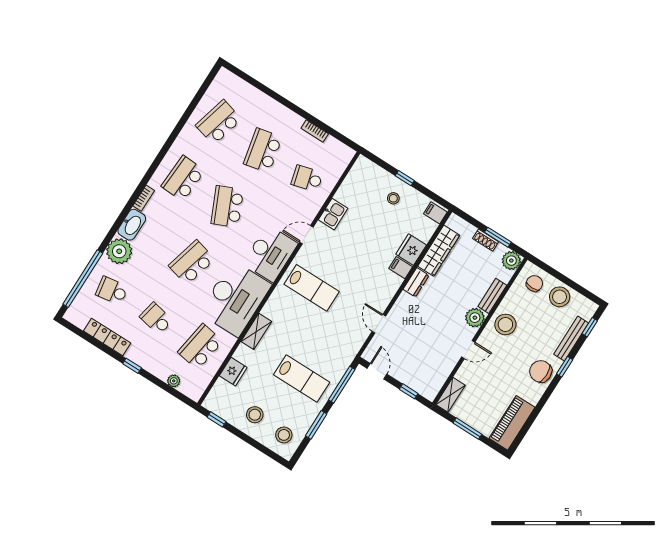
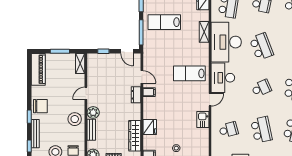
school desk: (227, 206) -> (261, 88), width x0.54
school desk: (192, 263) -> (261, 47), turned -36
filing cabinet: (401, 268) -> (149, 92), moved
dresser: (416, 282) -> (136, 95), moved

